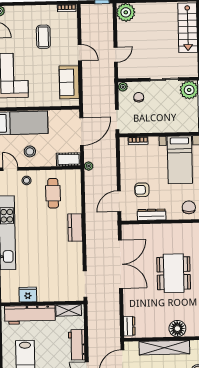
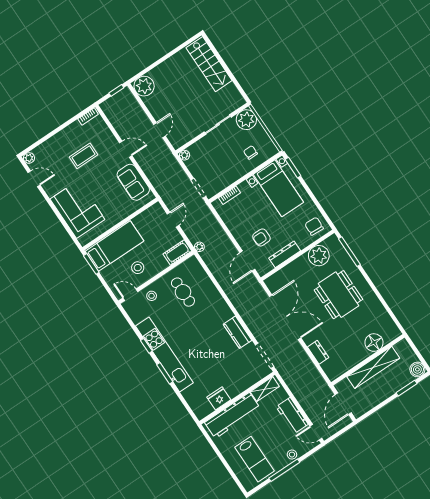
coffee table: (43, 37) -> (84, 156), turned 90
chair: (139, 97) -> (250, 152), moved
door: (82, 131) -> (173, 220), width x0.53
kitchen counter: (75, 227) -> (237, 332), moved
plant: (178, 233) -> (319, 256), added
dresser: (129, 326) -> (318, 352), moved

